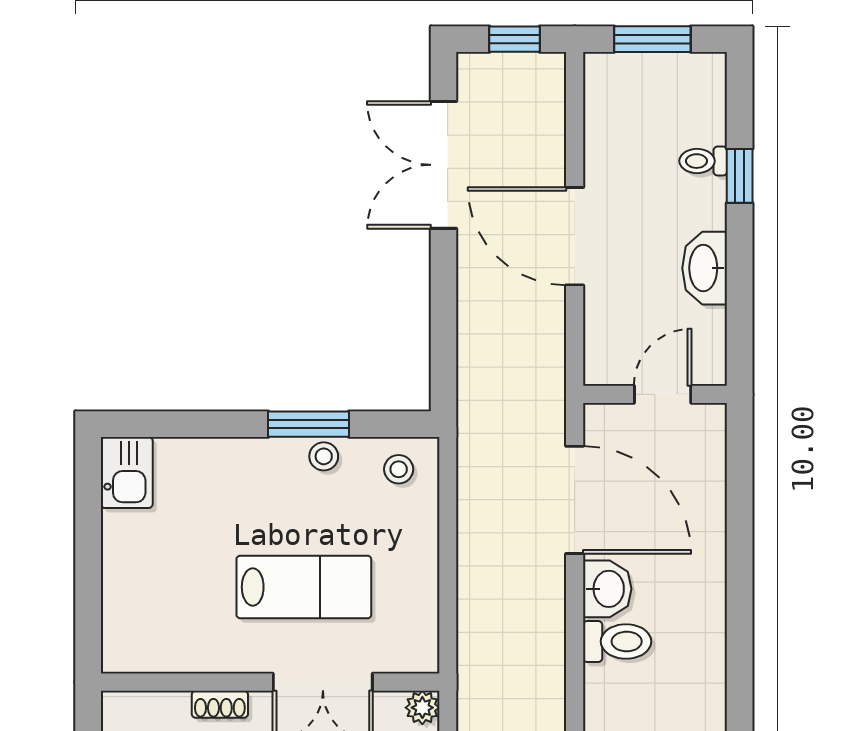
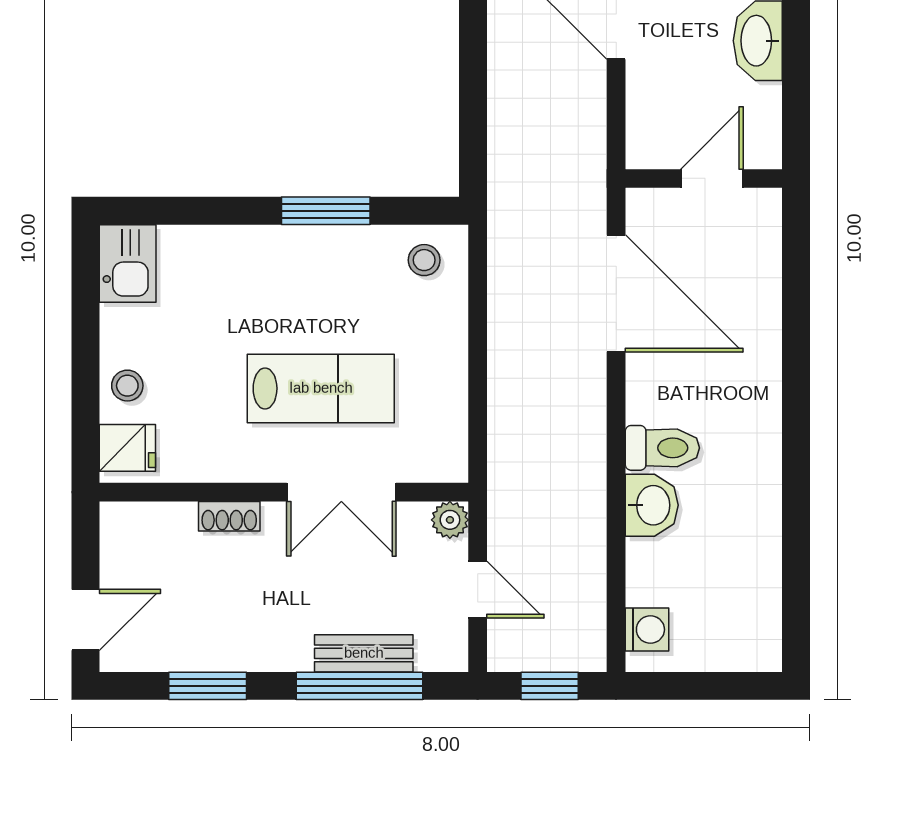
stool: (324, 456) -> (127, 386), moved
washbasin: (607, 589) -> (652, 505), moved
fridge: (126, 642) -> (127, 448), added

